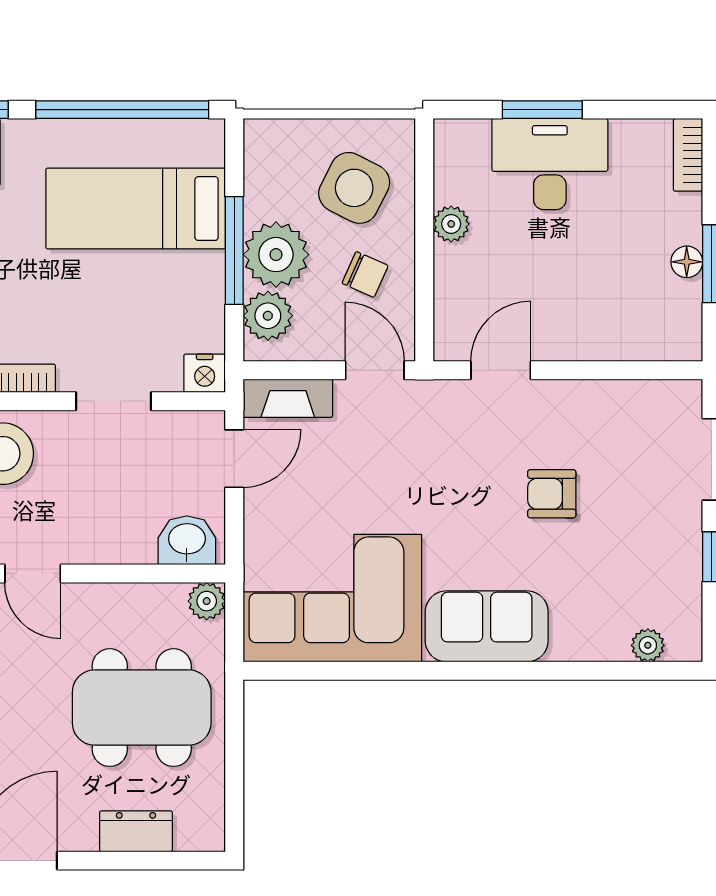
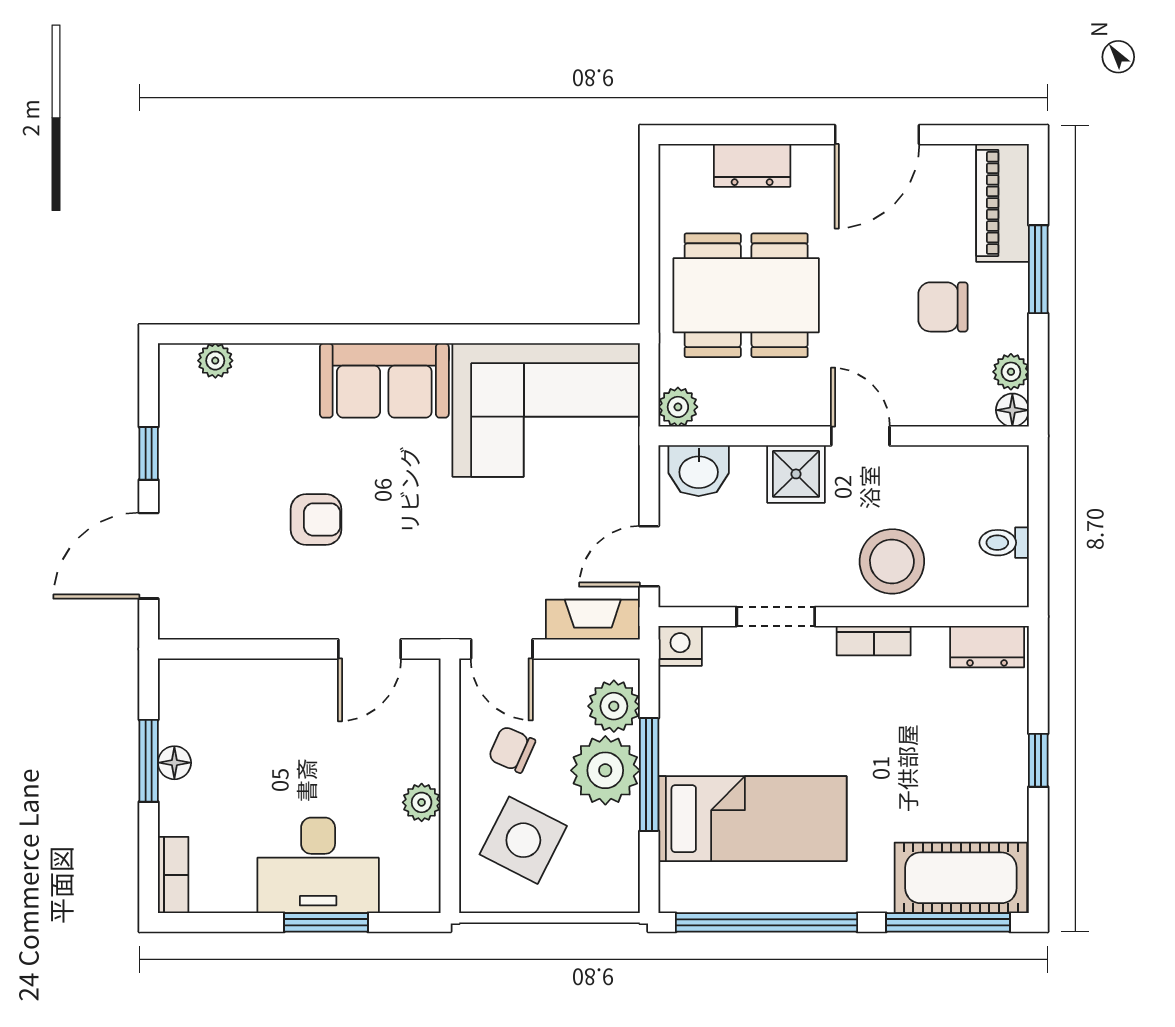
shower: (94, 537) -> (796, 474), added

